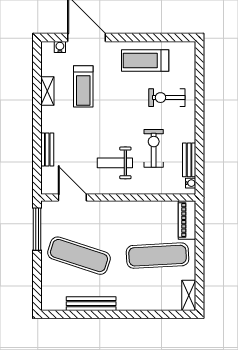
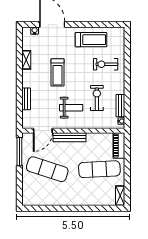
treadmill: (145, 61) -> (91, 40), turned 180
treadmill: (83, 86) -> (57, 72), moved
weight bench: (115, 163) -> (71, 108), turned 180
door: (72, 198) -> (43, 131), swing flipped
bench: (91, 304) -> (70, 137), moved

